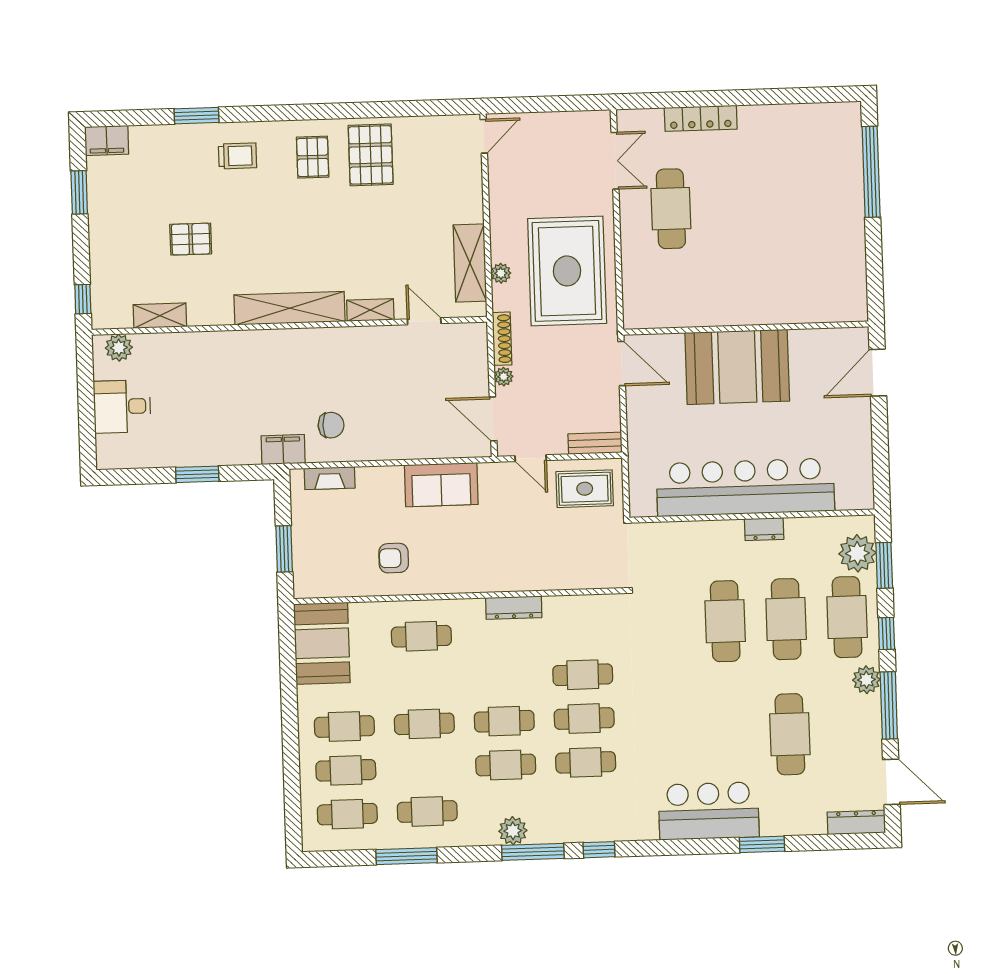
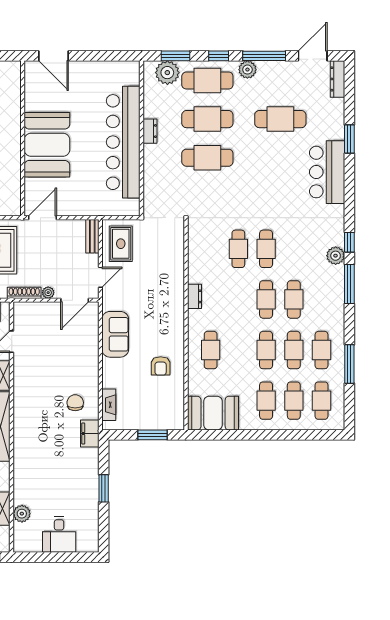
plant: (119, 348) -> (22, 514), moved
dresser: (514, 608) -> (194, 296), width x0.70
cafe table: (586, 762) -> (294, 350), moved
plant: (513, 831) -> (336, 256), moved

